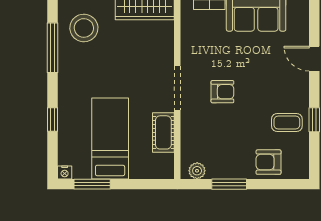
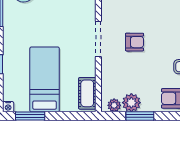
cot: (163, 132) -> (87, 93), moved
plant: (218, 167) -> (131, 103), added

